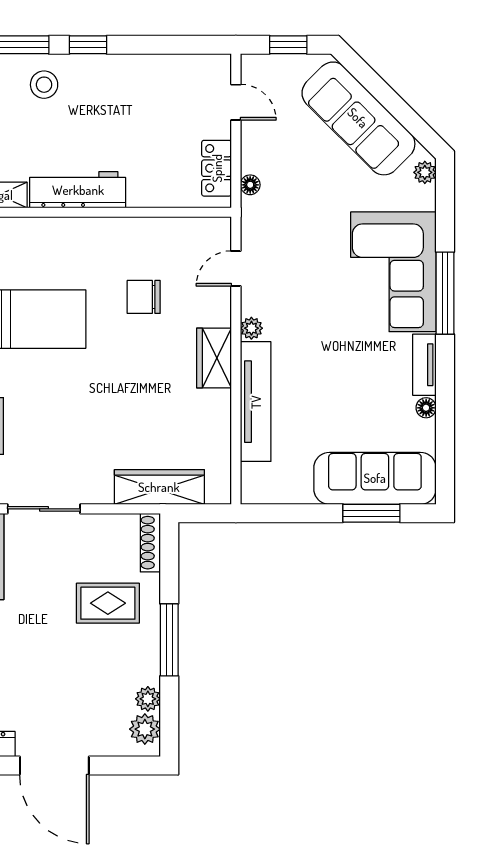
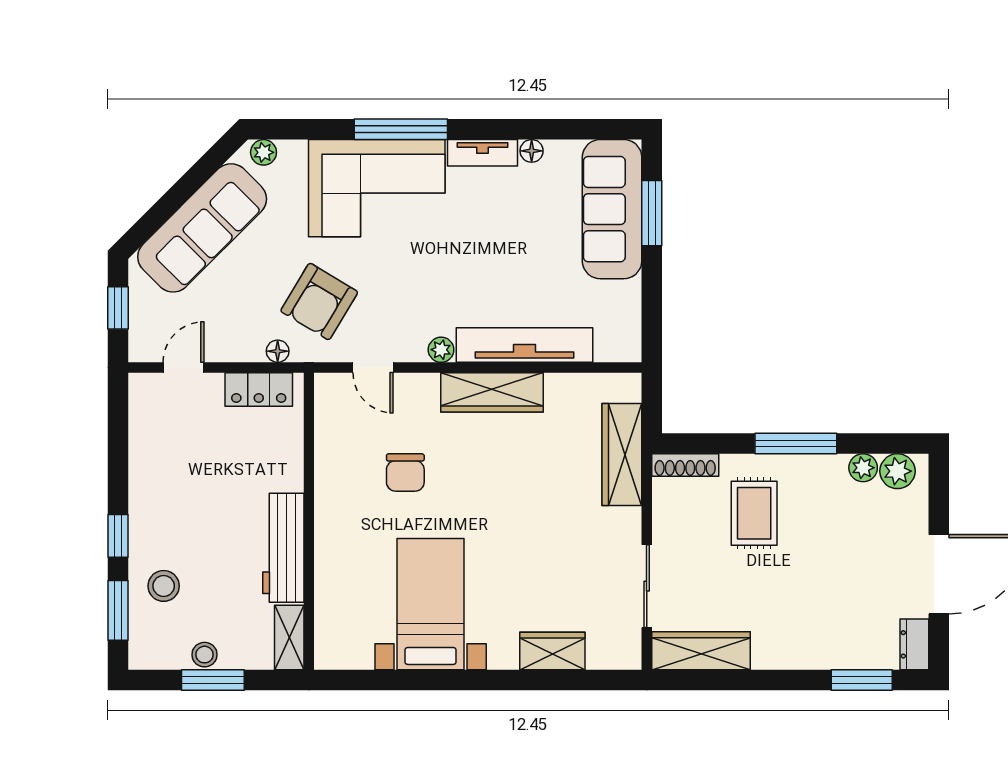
armchair: (294, 221) -> (319, 301), added
wardrobe: (214, 358) -> (492, 392), width x1.50

